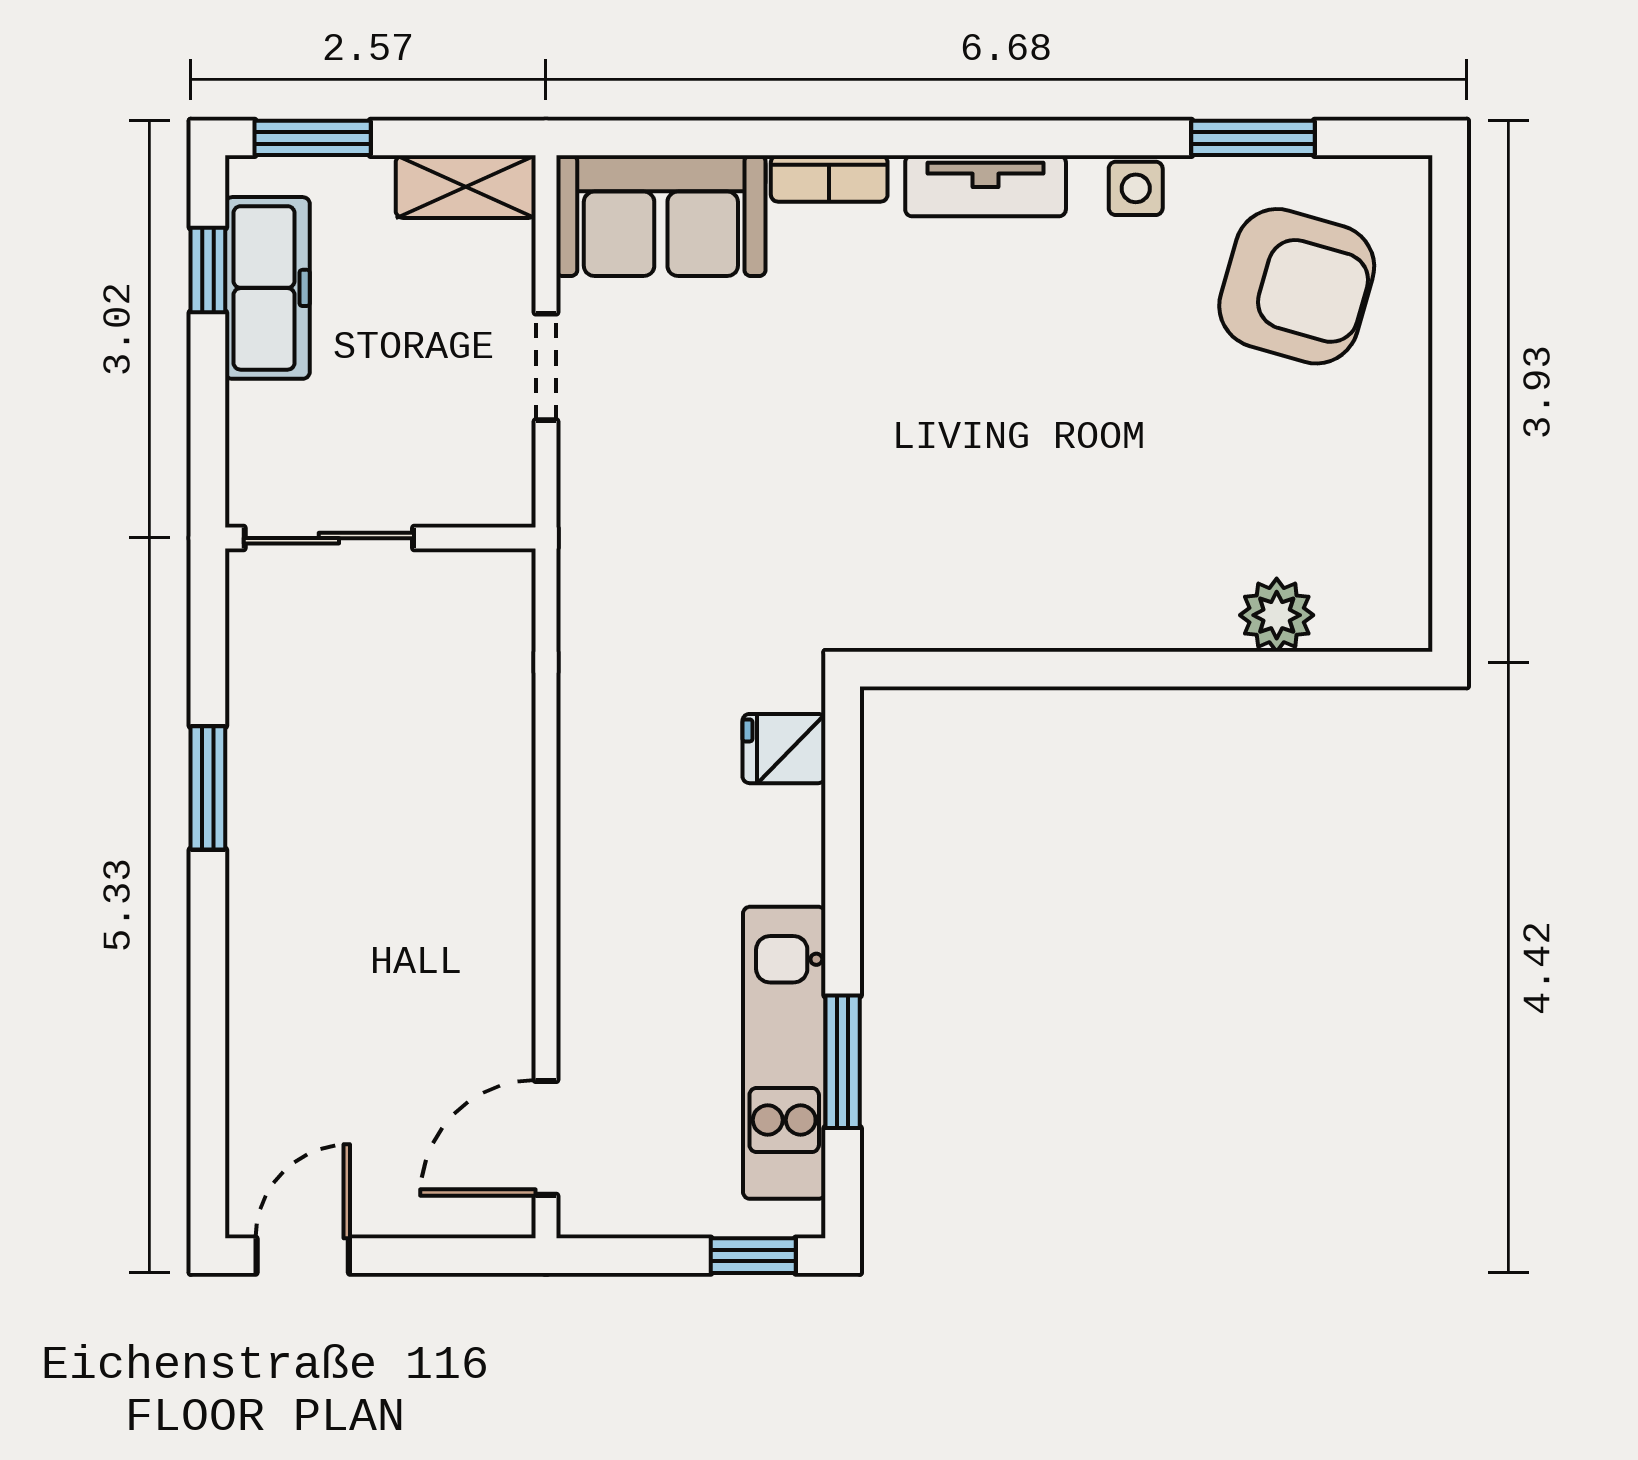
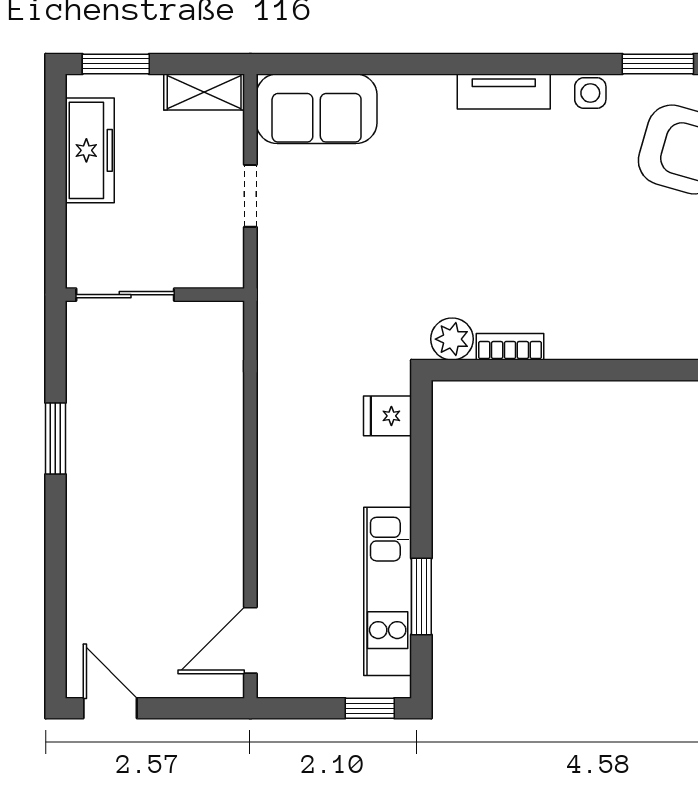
bookcase: (829, 179) -> (510, 347), moved, turned 180
window: (208, 270) -> (55, 140), removed
plant: (1277, 615) -> (452, 339), moved
door: (303, 1256) -> (110, 708), hinge flipped

